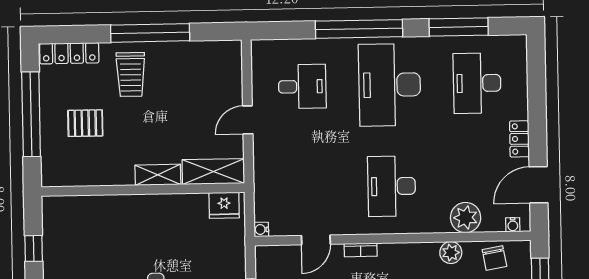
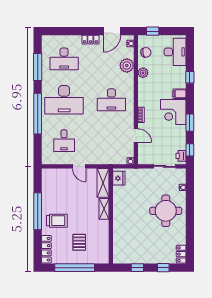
desk: (302, 86) -> (64, 141), turned 180
door: (538, 185) -> (112, 31), hinge flipped

